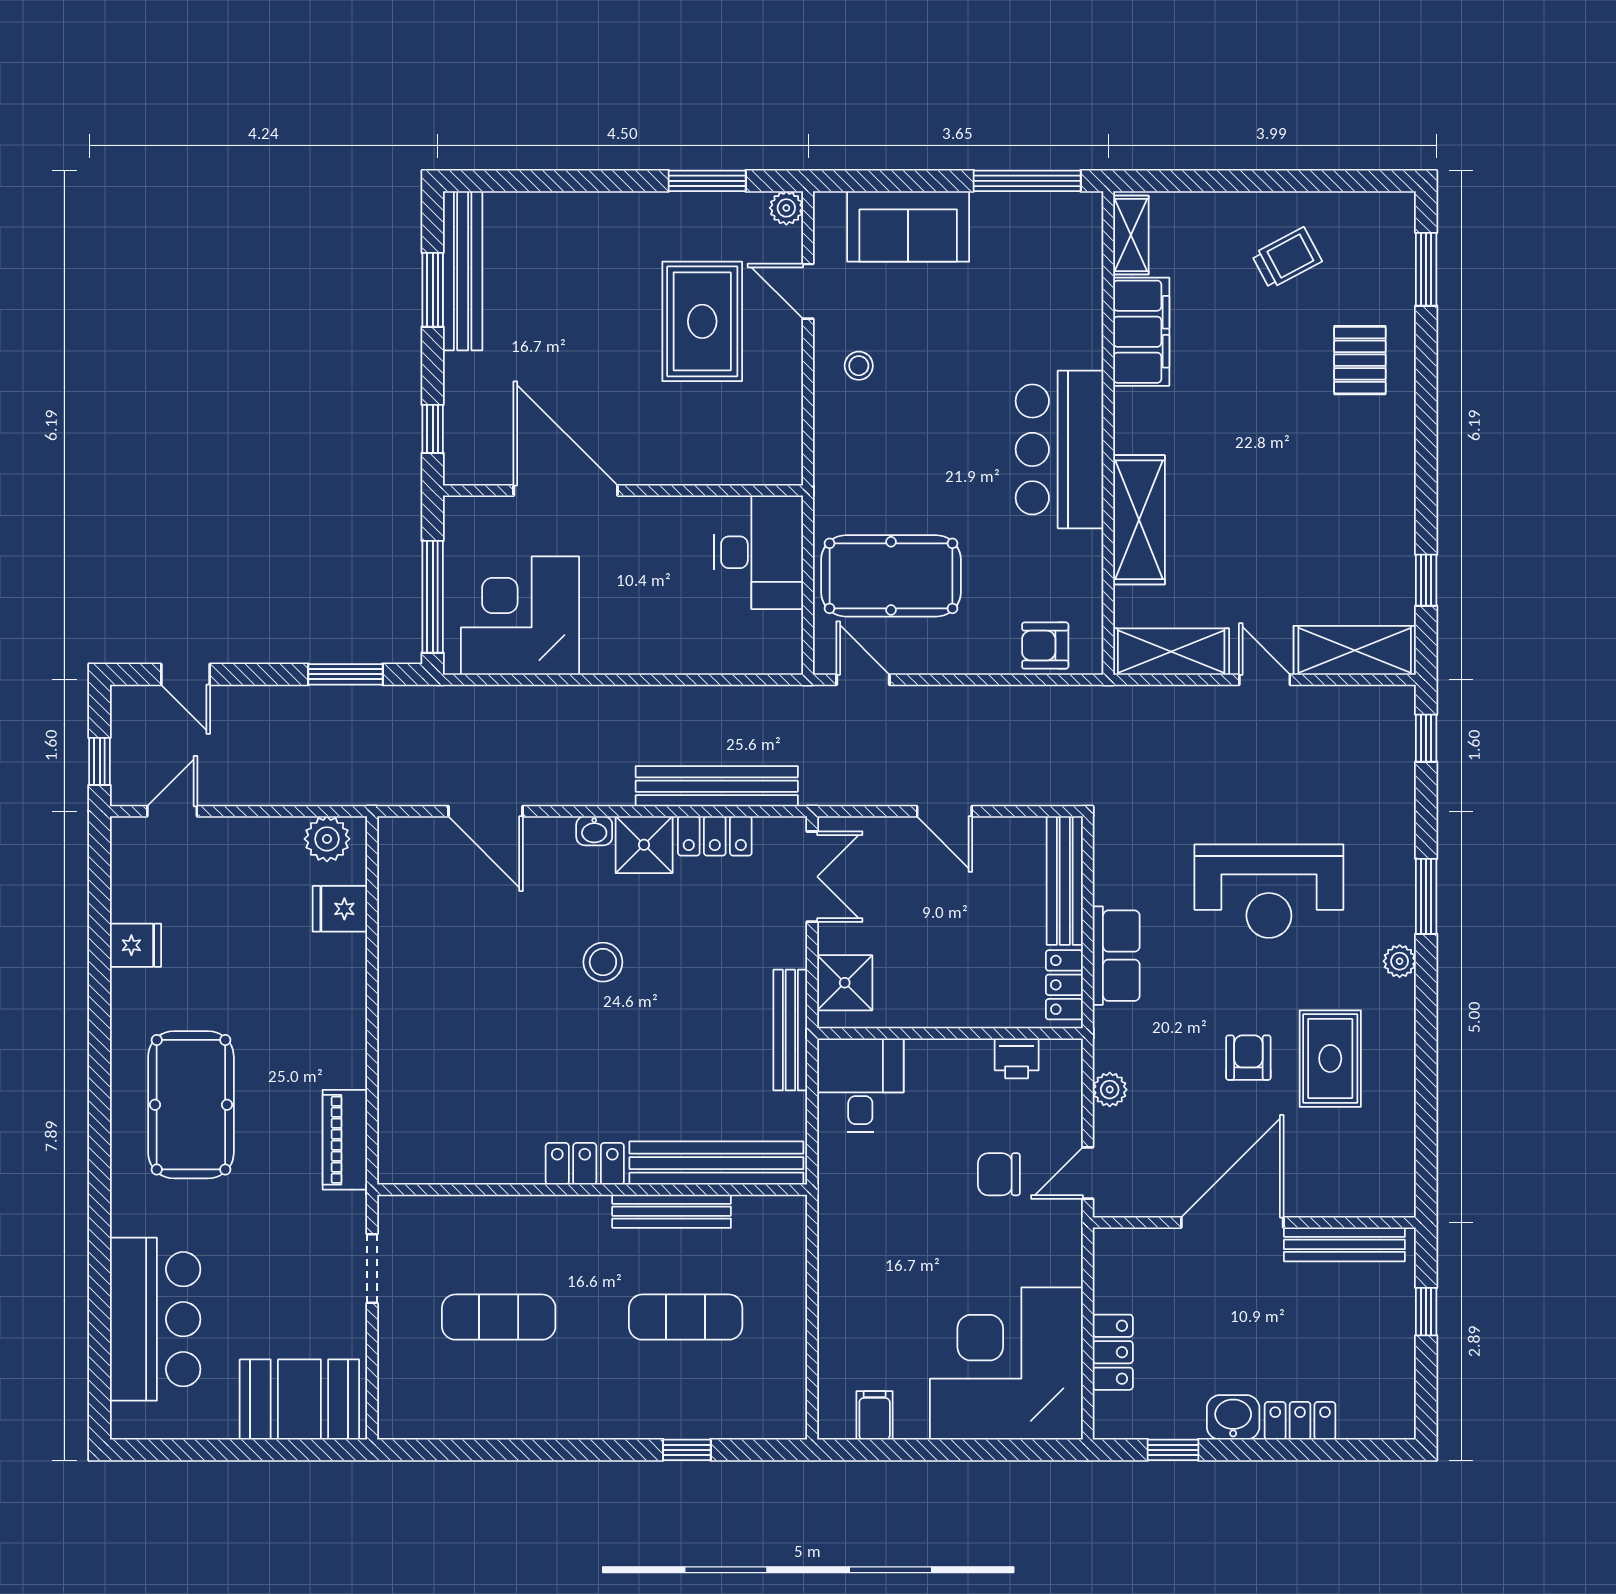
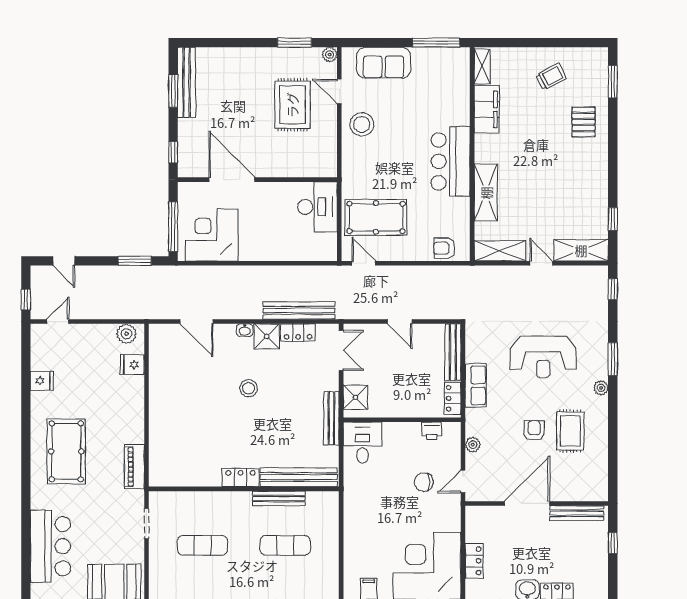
stool: (859, 366) -> (362, 124), width x1.89, depth x1.89

